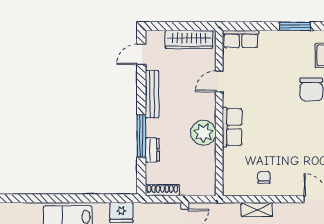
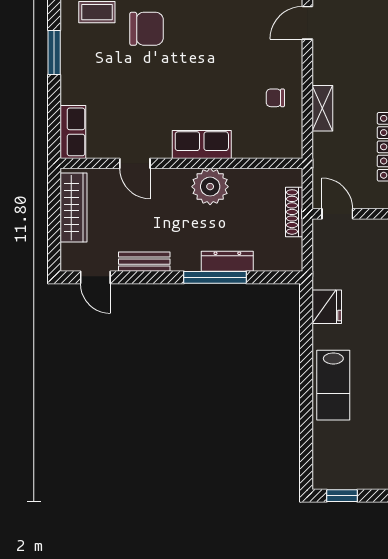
bench: (152, 94) -> (144, 262), width x0.73
dresser: (152, 150) -> (227, 261), width x1.44
shoe rack: (162, 190) -> (294, 212), moved

